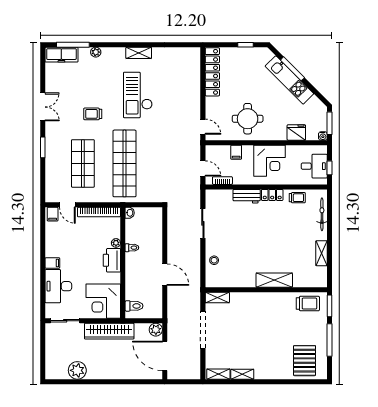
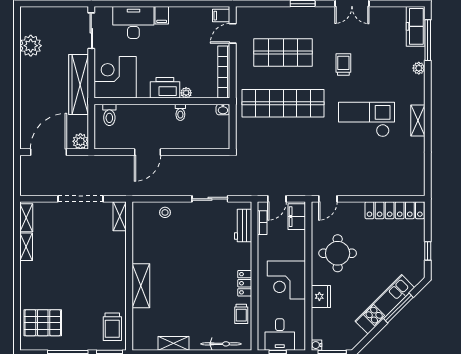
fridge: (296, 132) -> (321, 296), moved
filing cabinet: (236, 152) -> (297, 217), moved, width x2.00
workbench: (247, 196) -> (243, 226), moved

